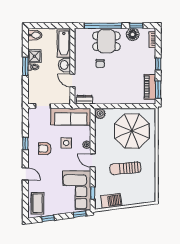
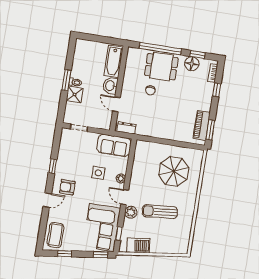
bidet: (35, 35) -> (83, 47), removed
shower: (34, 56) -> (75, 94), moved
window: (158, 64) -> (217, 90), moved
plant: (100, 114) -> (131, 212), moved
sofa: (71, 117) -> (114, 145), width x0.73
parasol: (132, 131) -> (174, 171), width x0.73, depth x0.73
armchair: (45, 149) -> (67, 187), moved
door: (25, 174) -> (47, 200), hinge flipped

